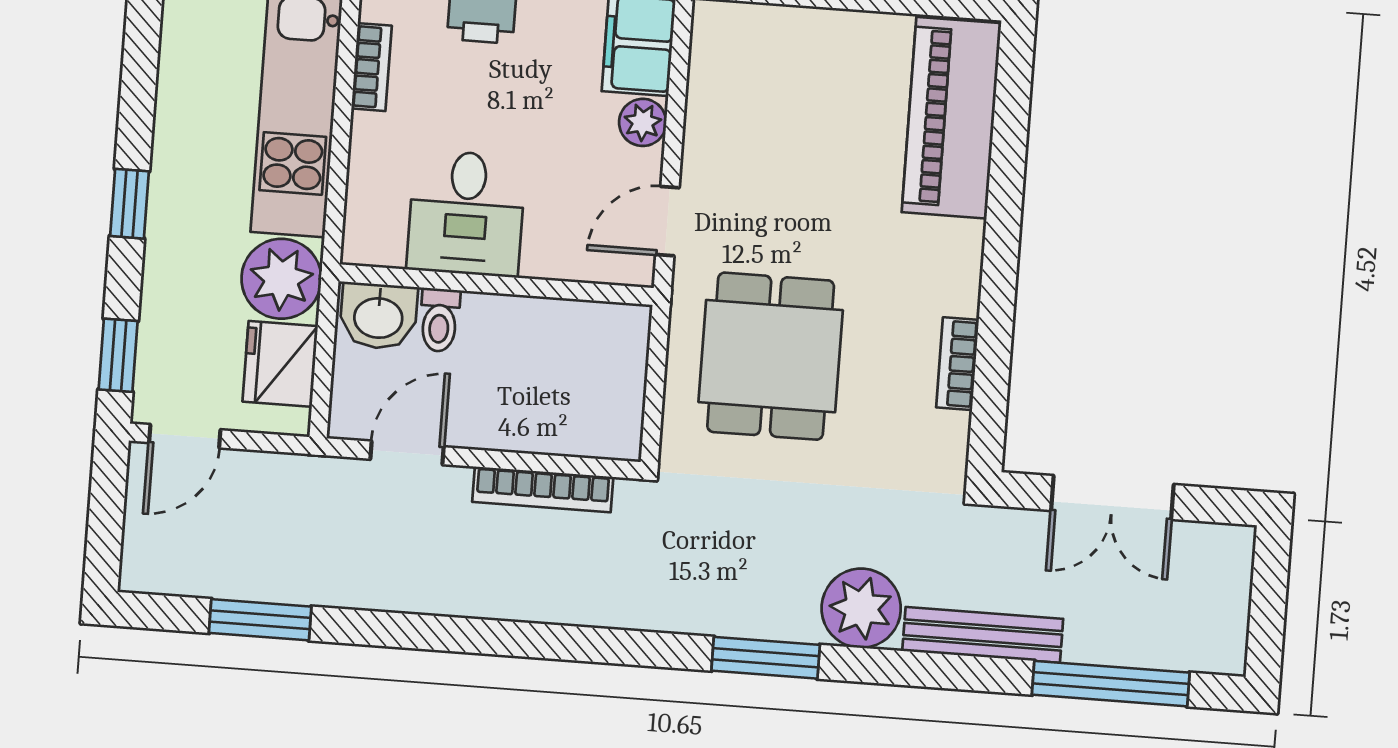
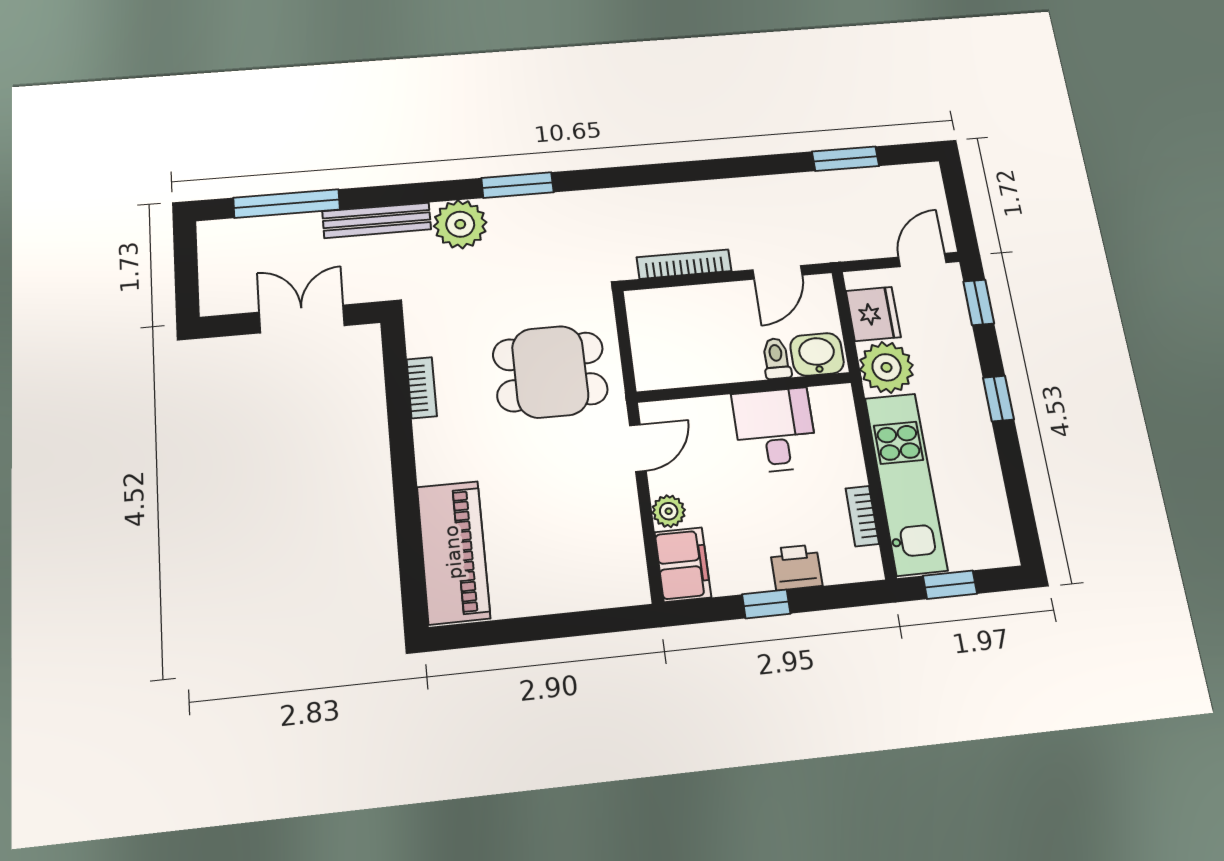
dining table: (771, 356) -> (550, 372), turned 90

